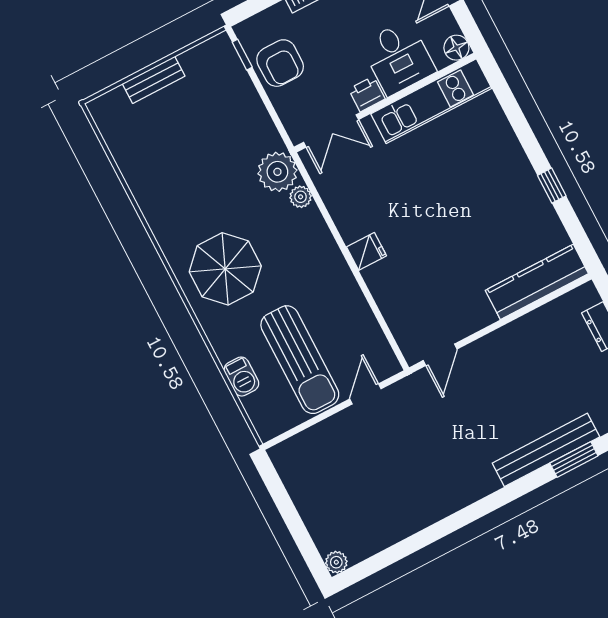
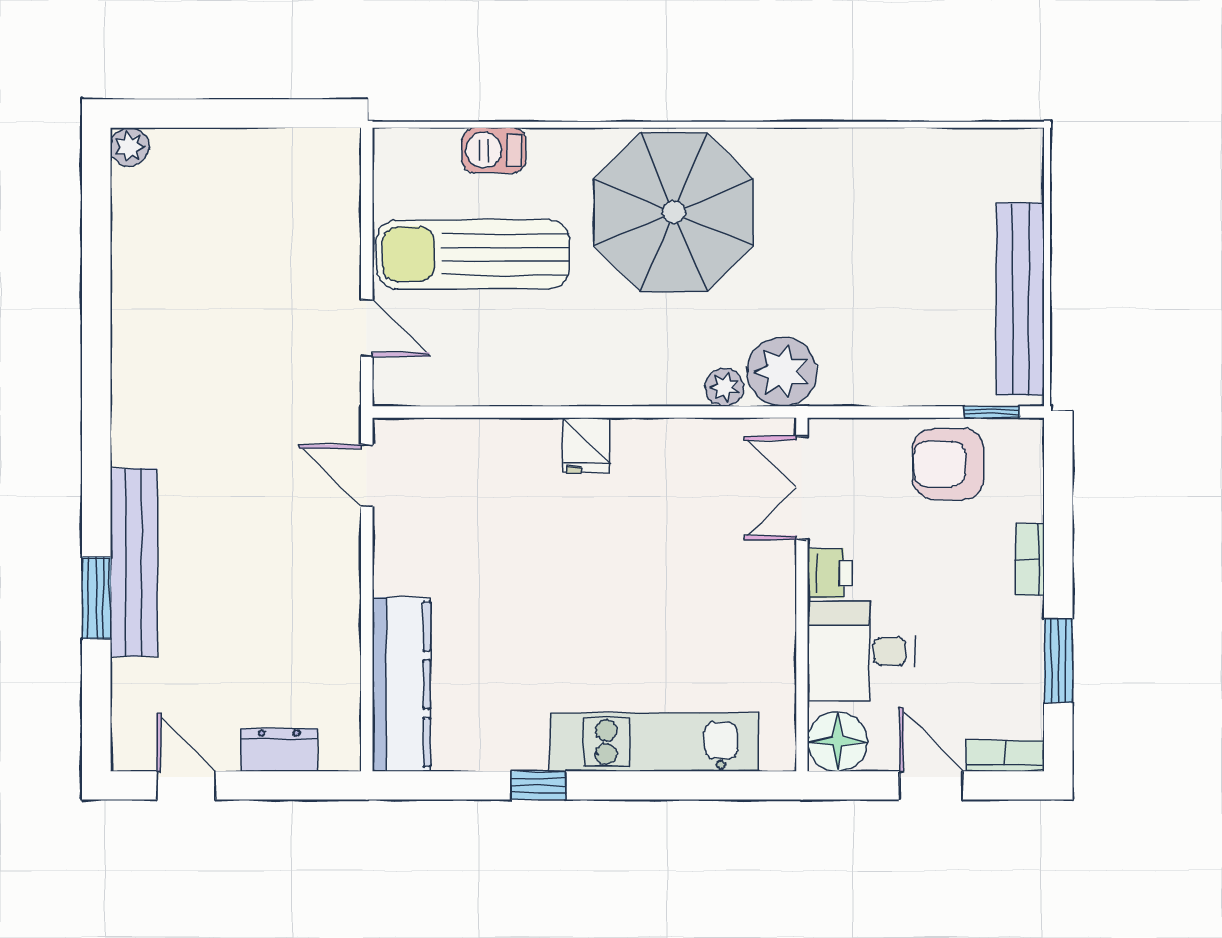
floor lamp: (456, 48) -> (837, 741), width x1.38, depth x1.38
bench: (154, 80) -> (1020, 299), width x1.86, depth x1.21
kitchen unit: (431, 101) -> (654, 742), moved, turned 90
parasol: (225, 269) -> (674, 212), width x1.36, depth x1.36

